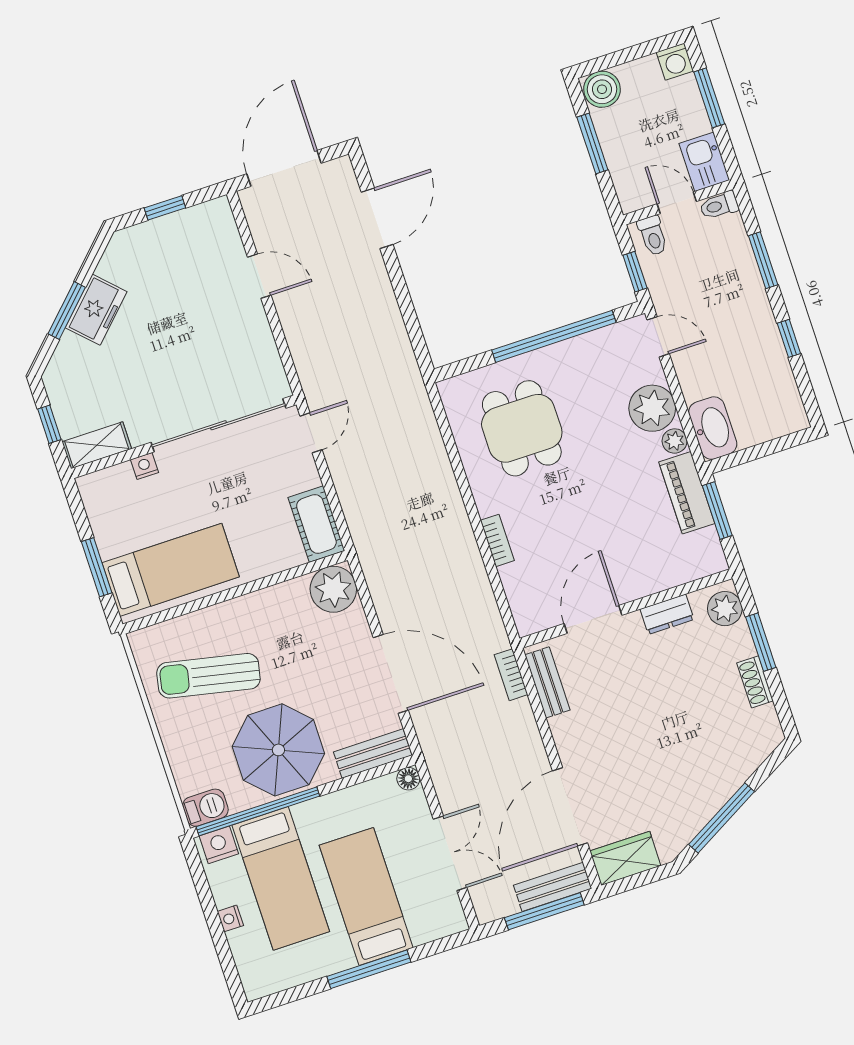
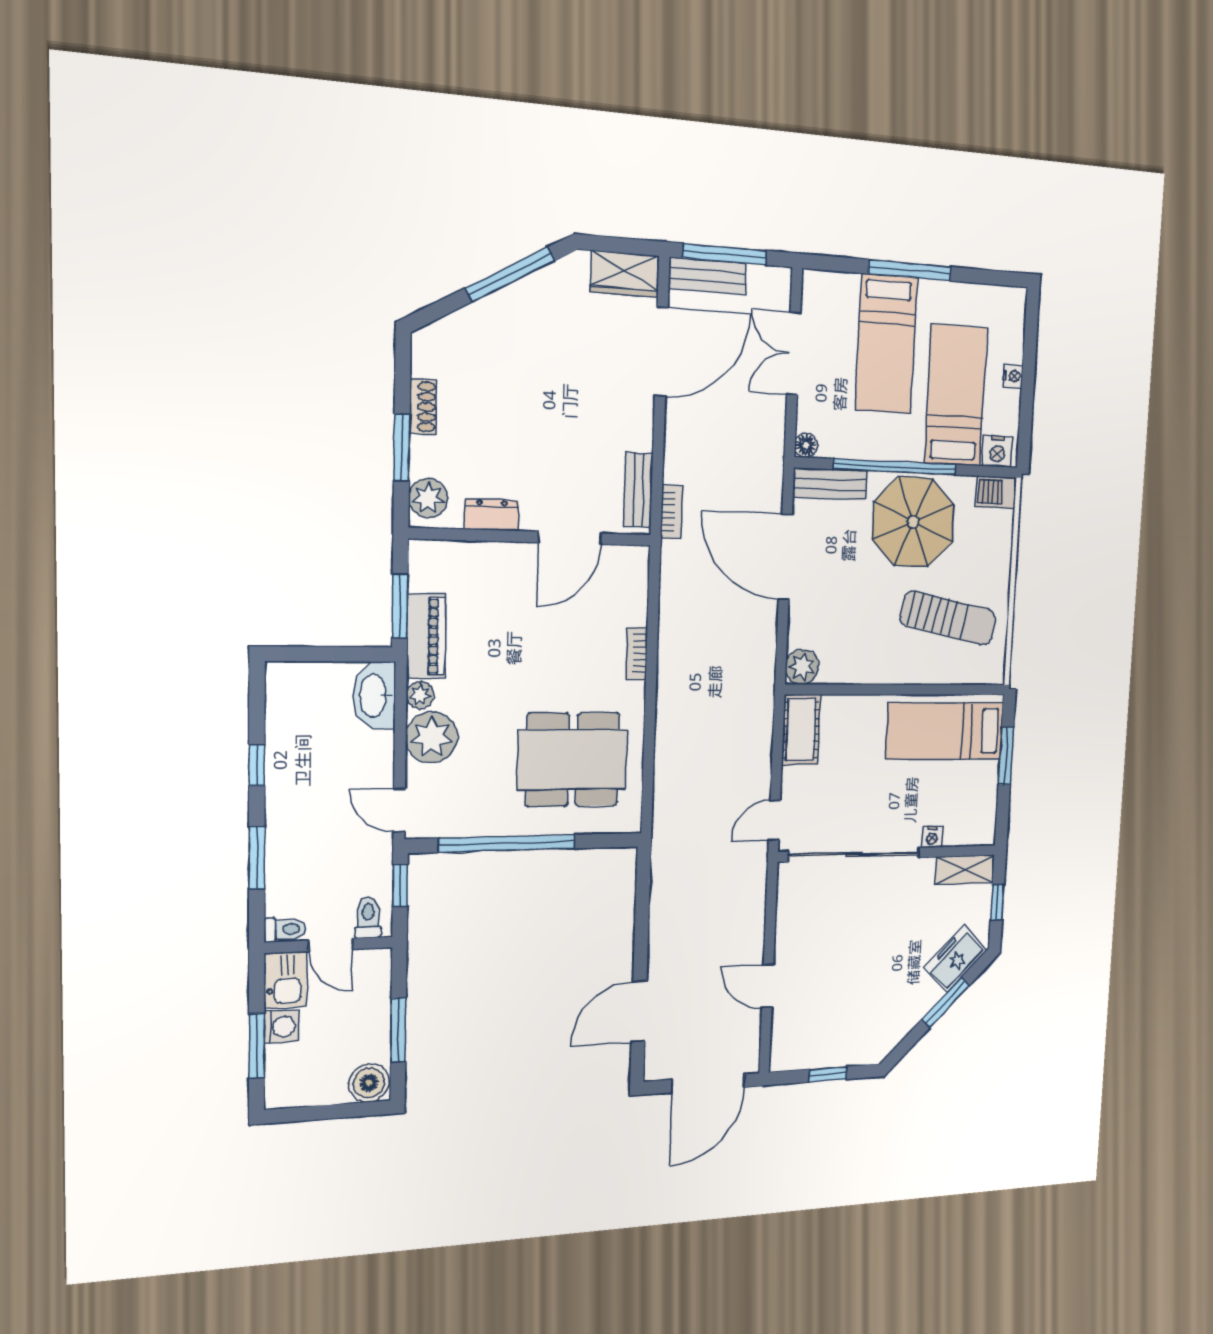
washing machine: (675, 62) -> (281, 1027), moved, turned 90
freezer: (96, 310) -> (956, 959), moved
dining table: (522, 428) -> (572, 760), width x1.38
plant: (333, 589) -> (802, 667), width x0.73, depth x0.73
window: (258, 811) -> (895, 467), moved

